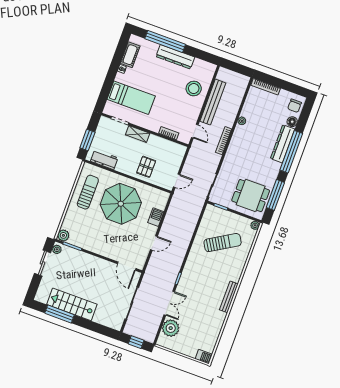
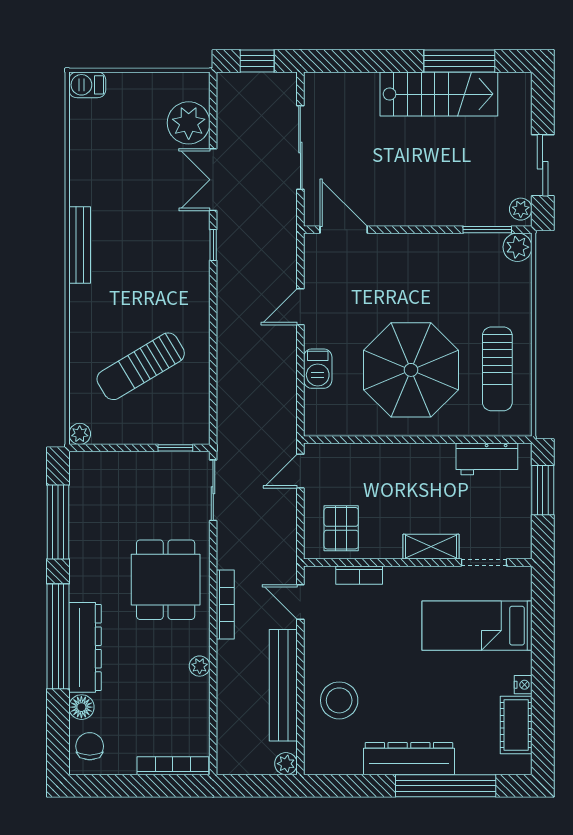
plant: (223, 72) -> (286, 764), added
pallet: (146, 167) -> (341, 528), moved
dining table: (251, 196) -> (166, 580), moved, turned 90

